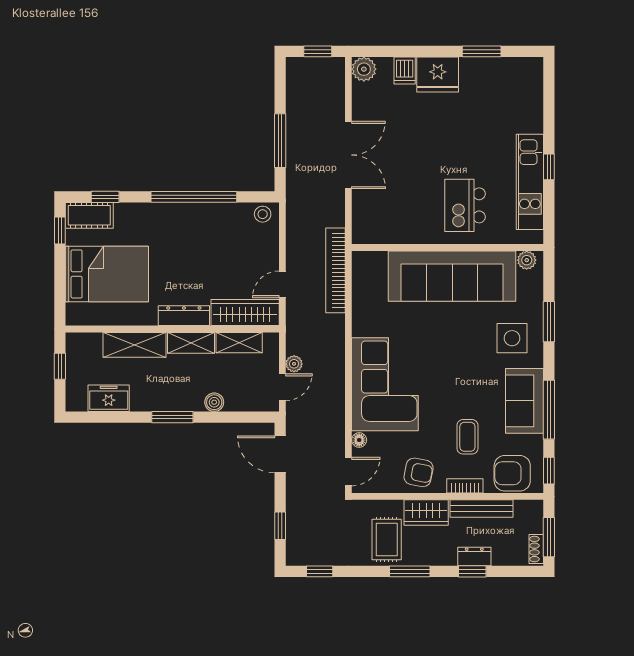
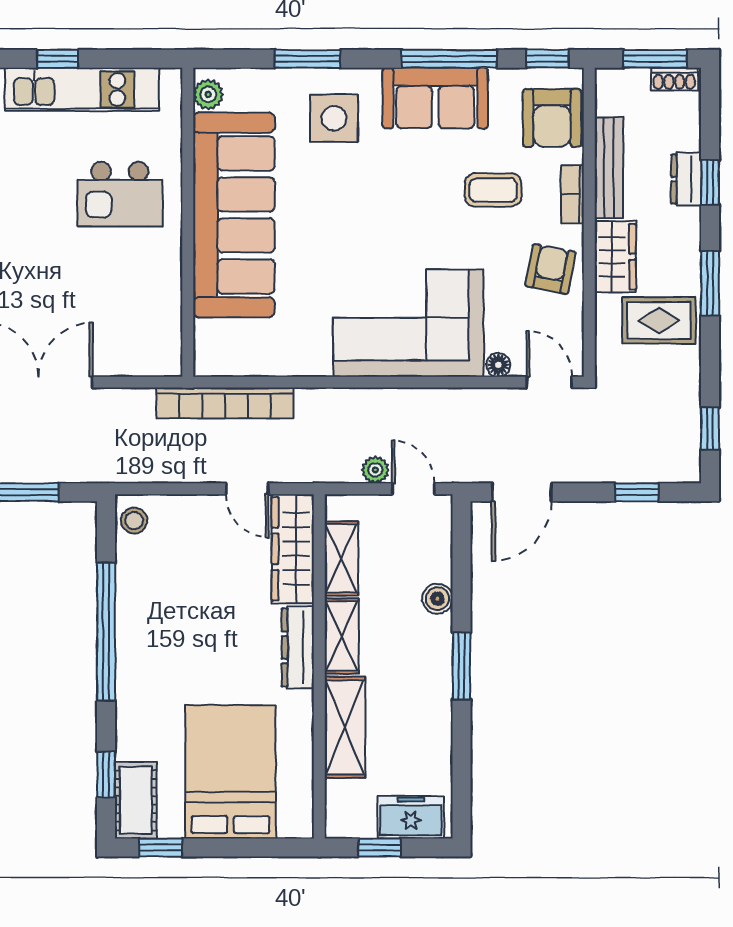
freezer: (109, 398) -> (411, 817), moved, turned 90

